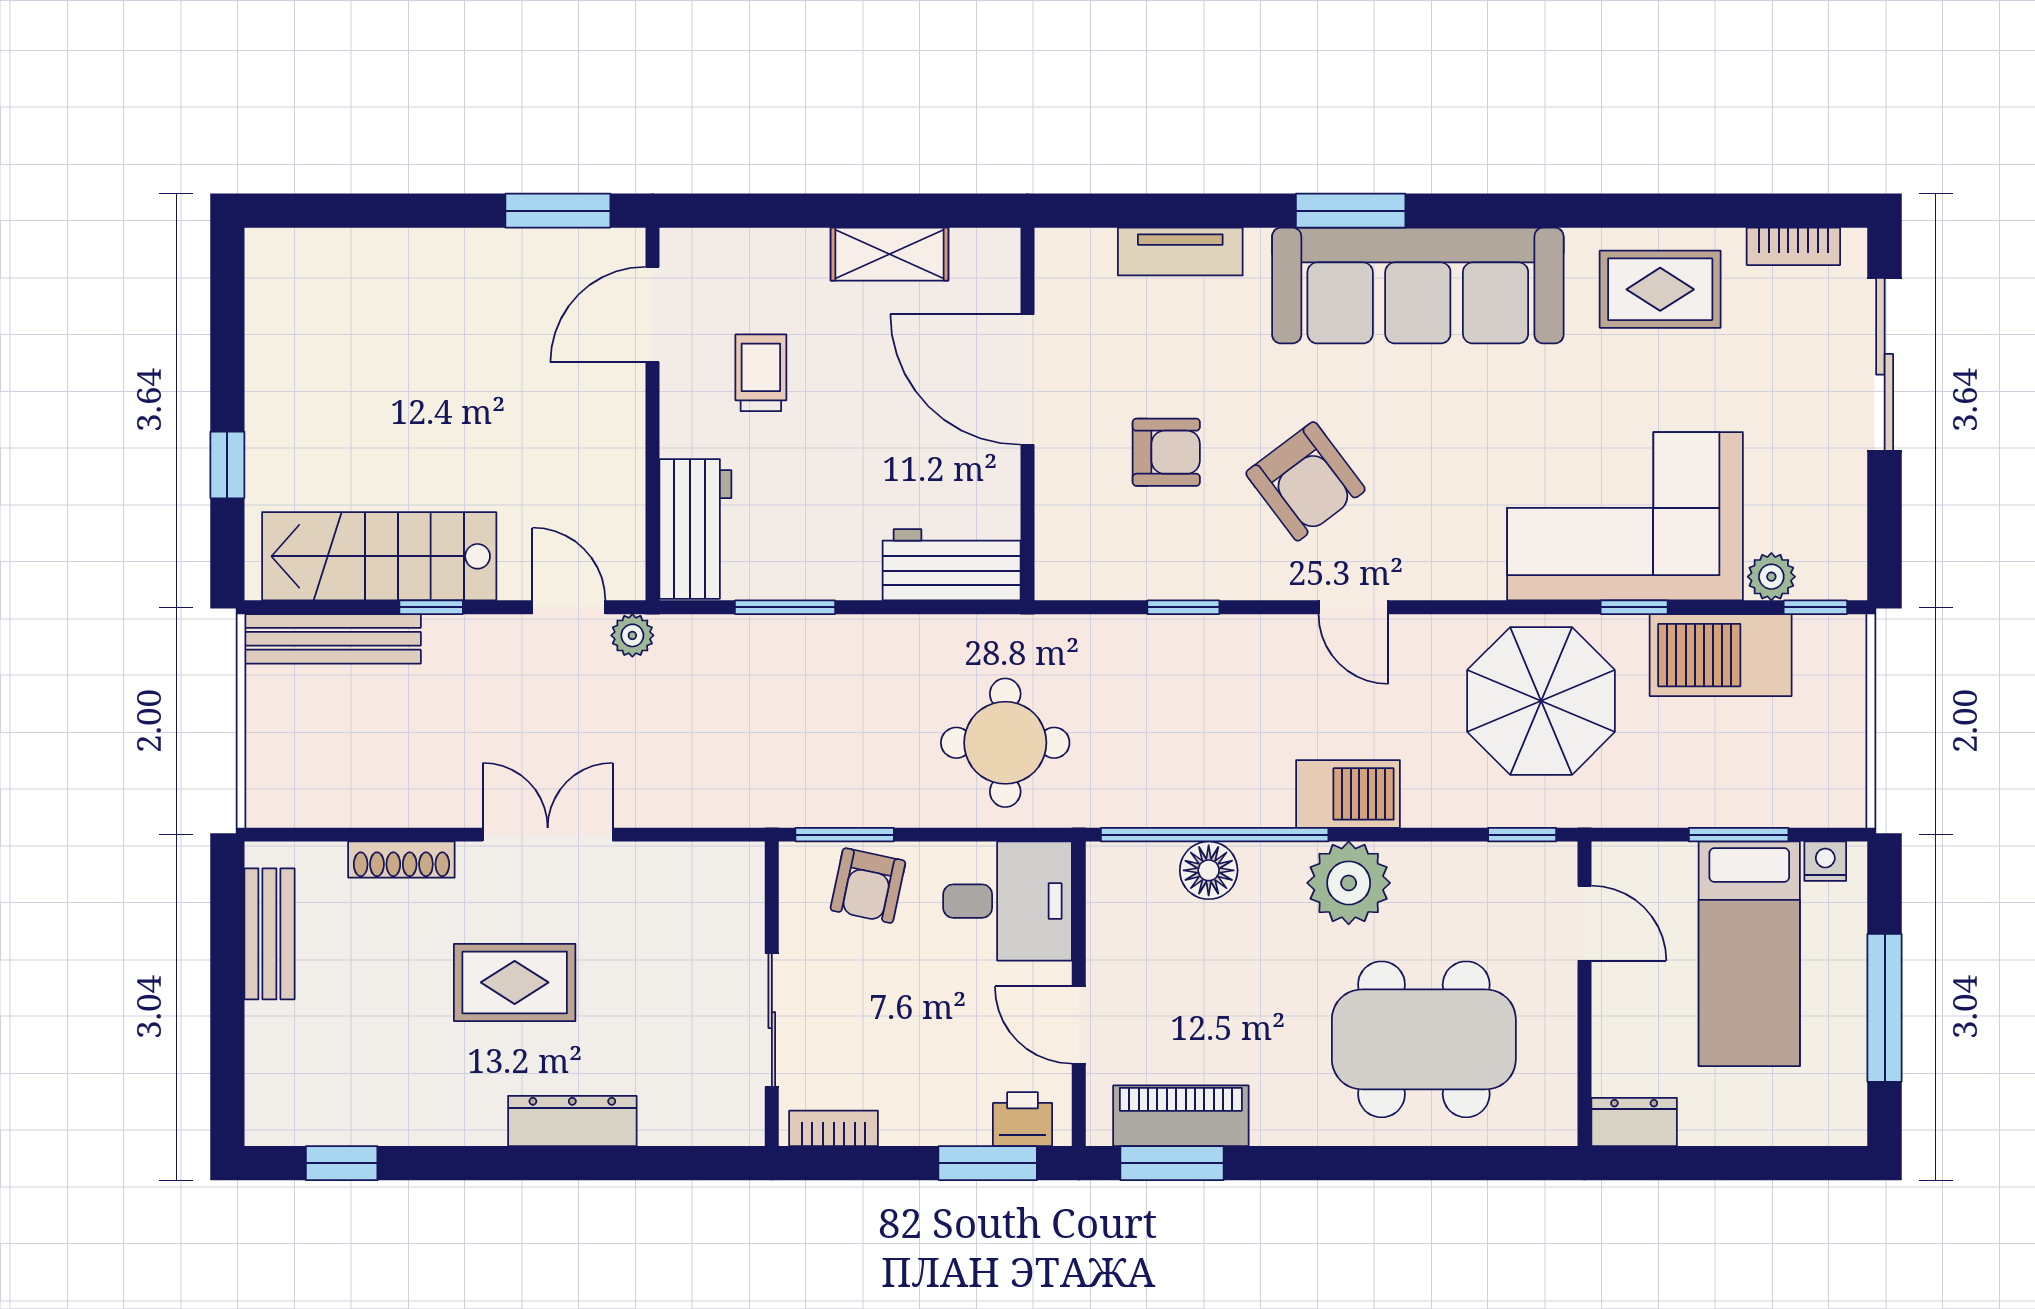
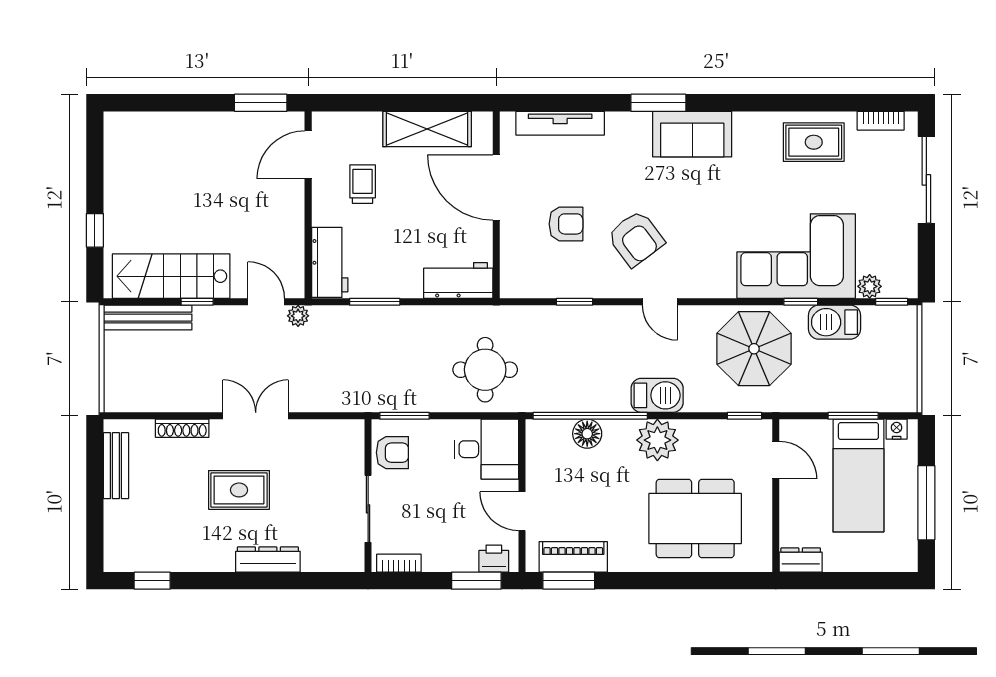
tv unit: (1180, 252) -> (560, 123), width x1.41
shelving: (889, 254) -> (427, 129), width x1.50, depth x1.33
sofa: (1418, 286) -> (692, 134), width x0.54, depth x0.79
barbecue: (1721, 655) -> (834, 322), width x0.73, depth x0.83
armchair: (868, 886) -> (392, 453), moved, turned -102

